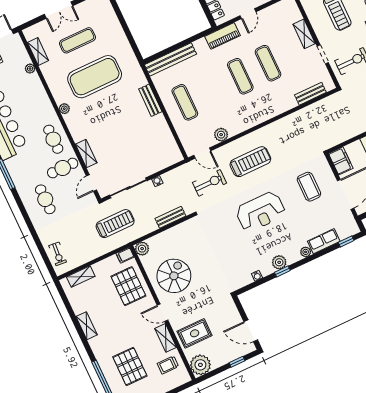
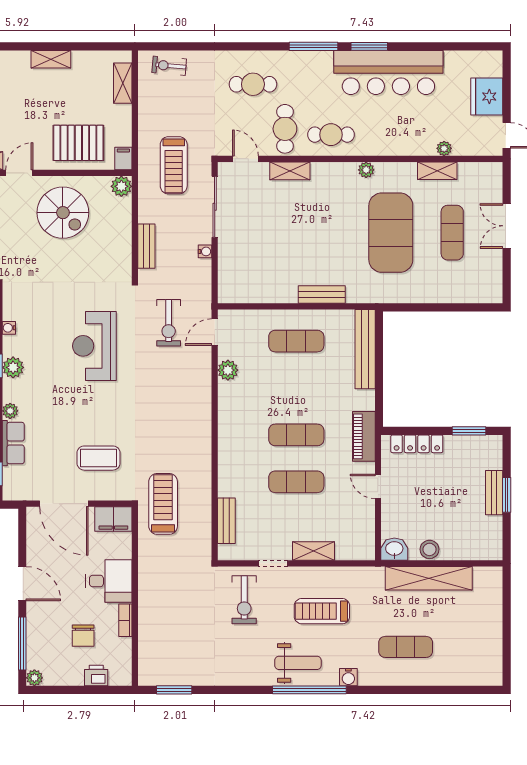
shelving: (38, 51) -> (437, 171), moved
treadmill: (250, 162) -> (163, 504), moved, turned 180
reception desk: (261, 212) -> (94, 346), moved

